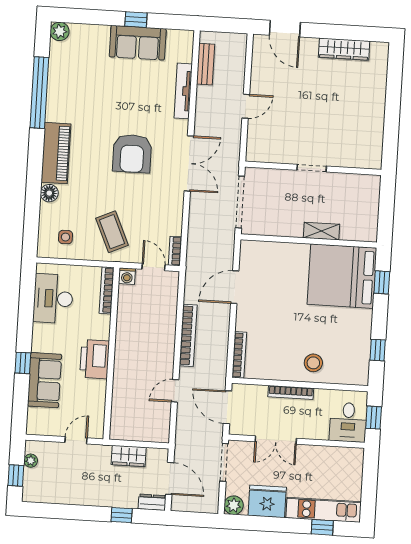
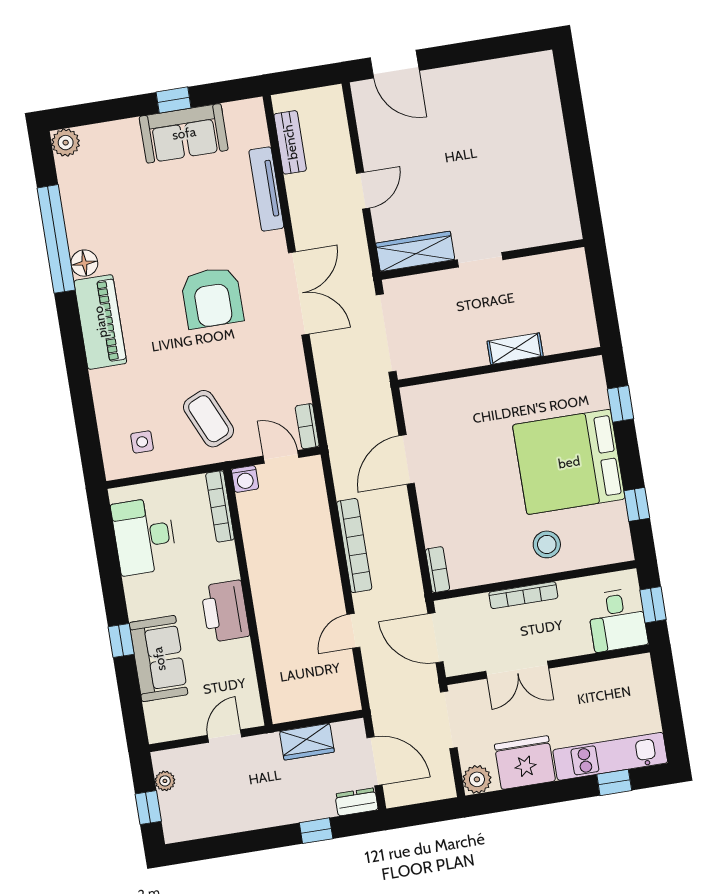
wardrobe: (344, 49) -> (415, 251), moved, turned 180
floor lamp: (49, 193) -> (84, 263), moved
bed: (342, 276) -> (569, 462), moved
bookcase: (239, 355) -> (438, 570), width x0.64

